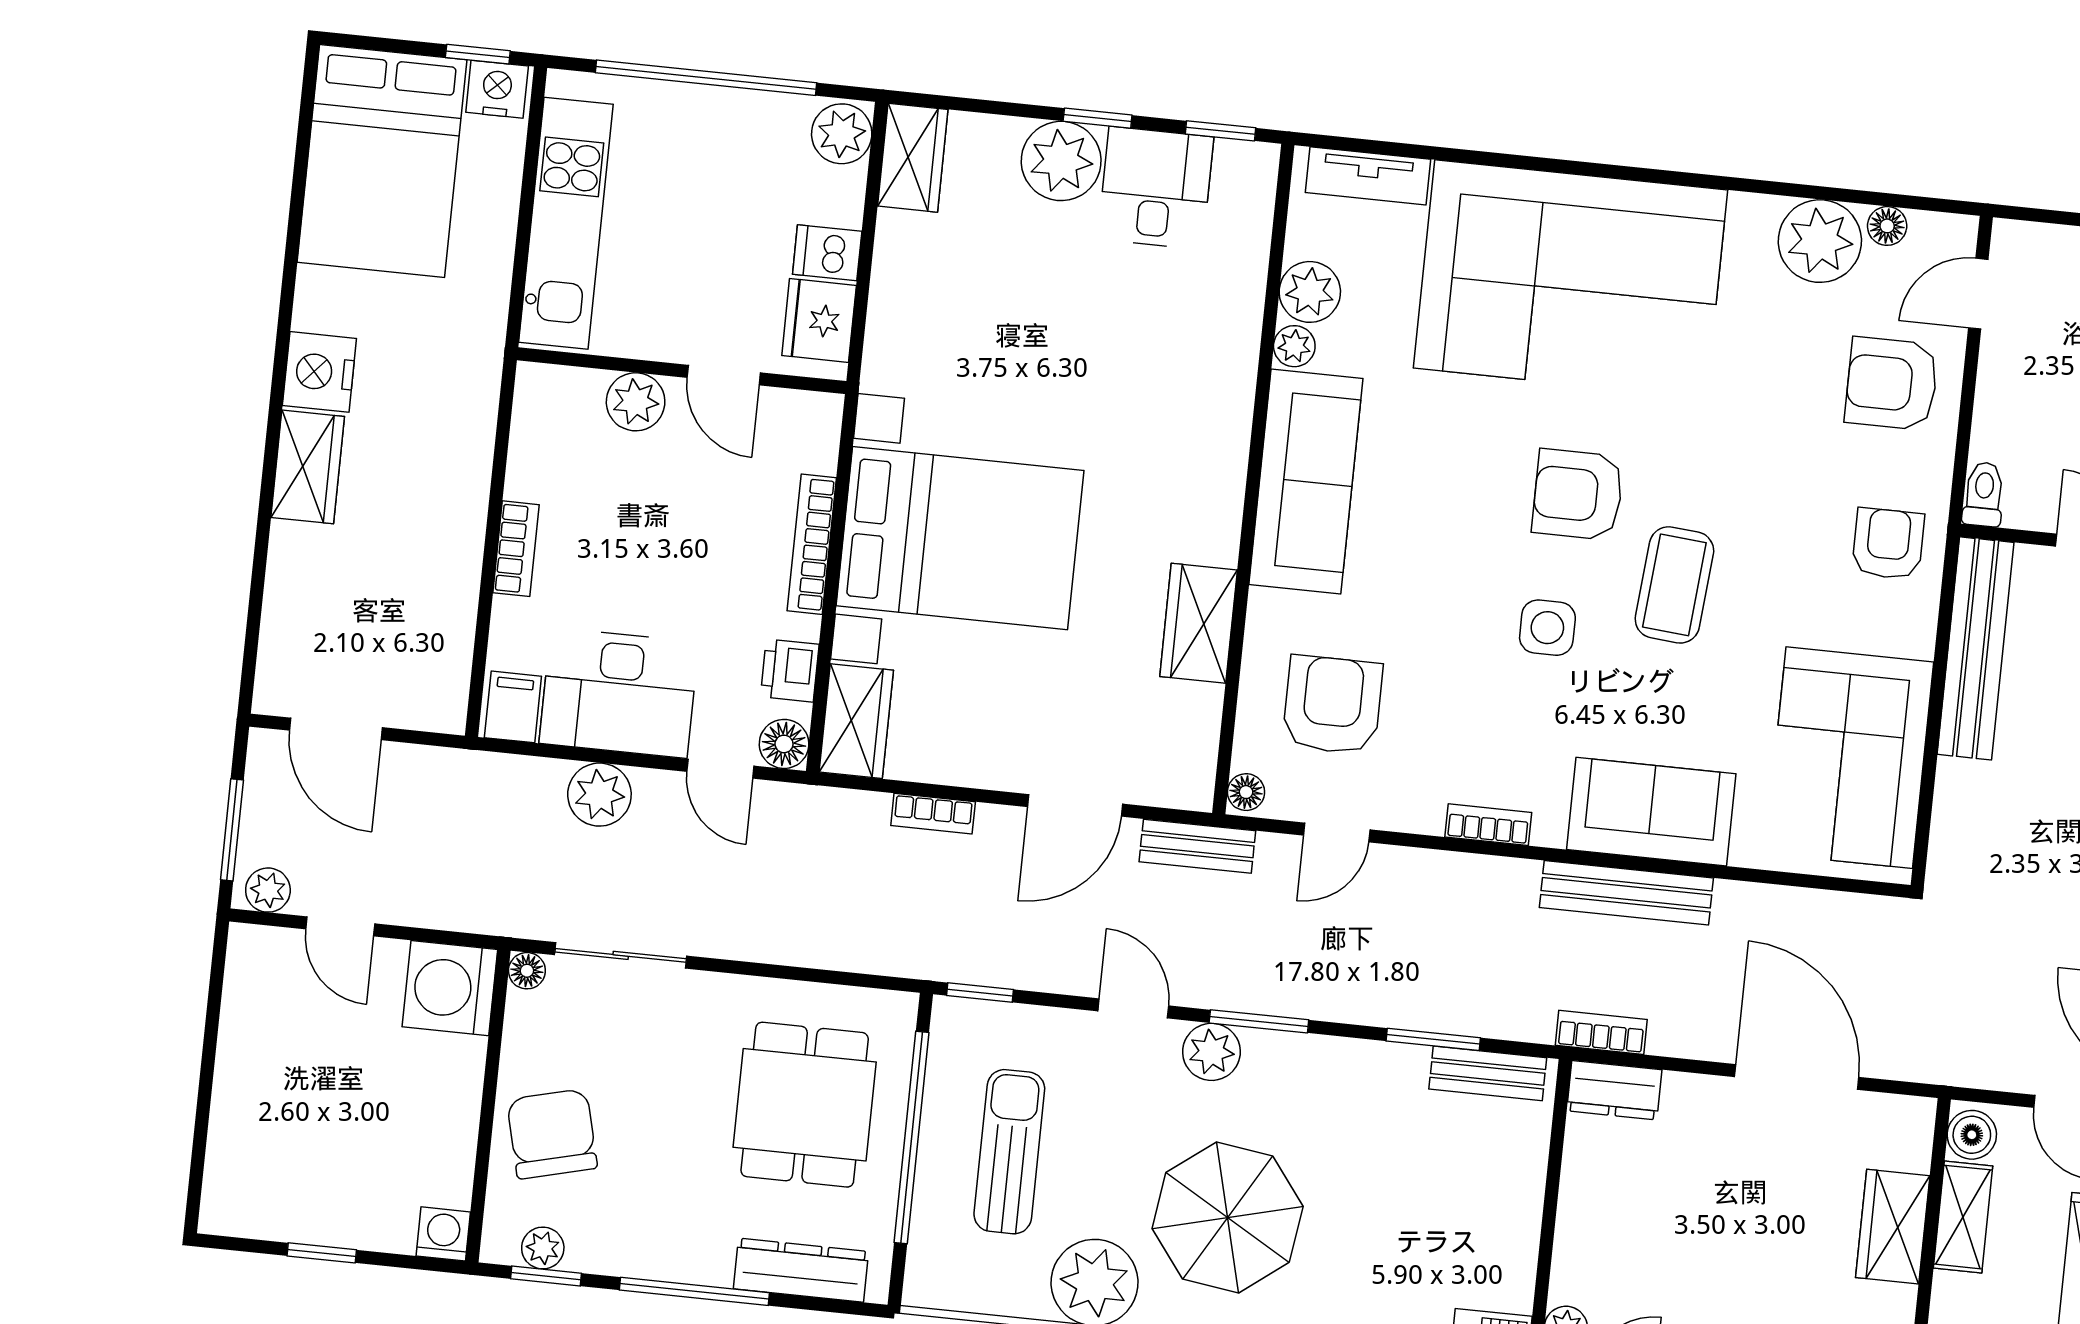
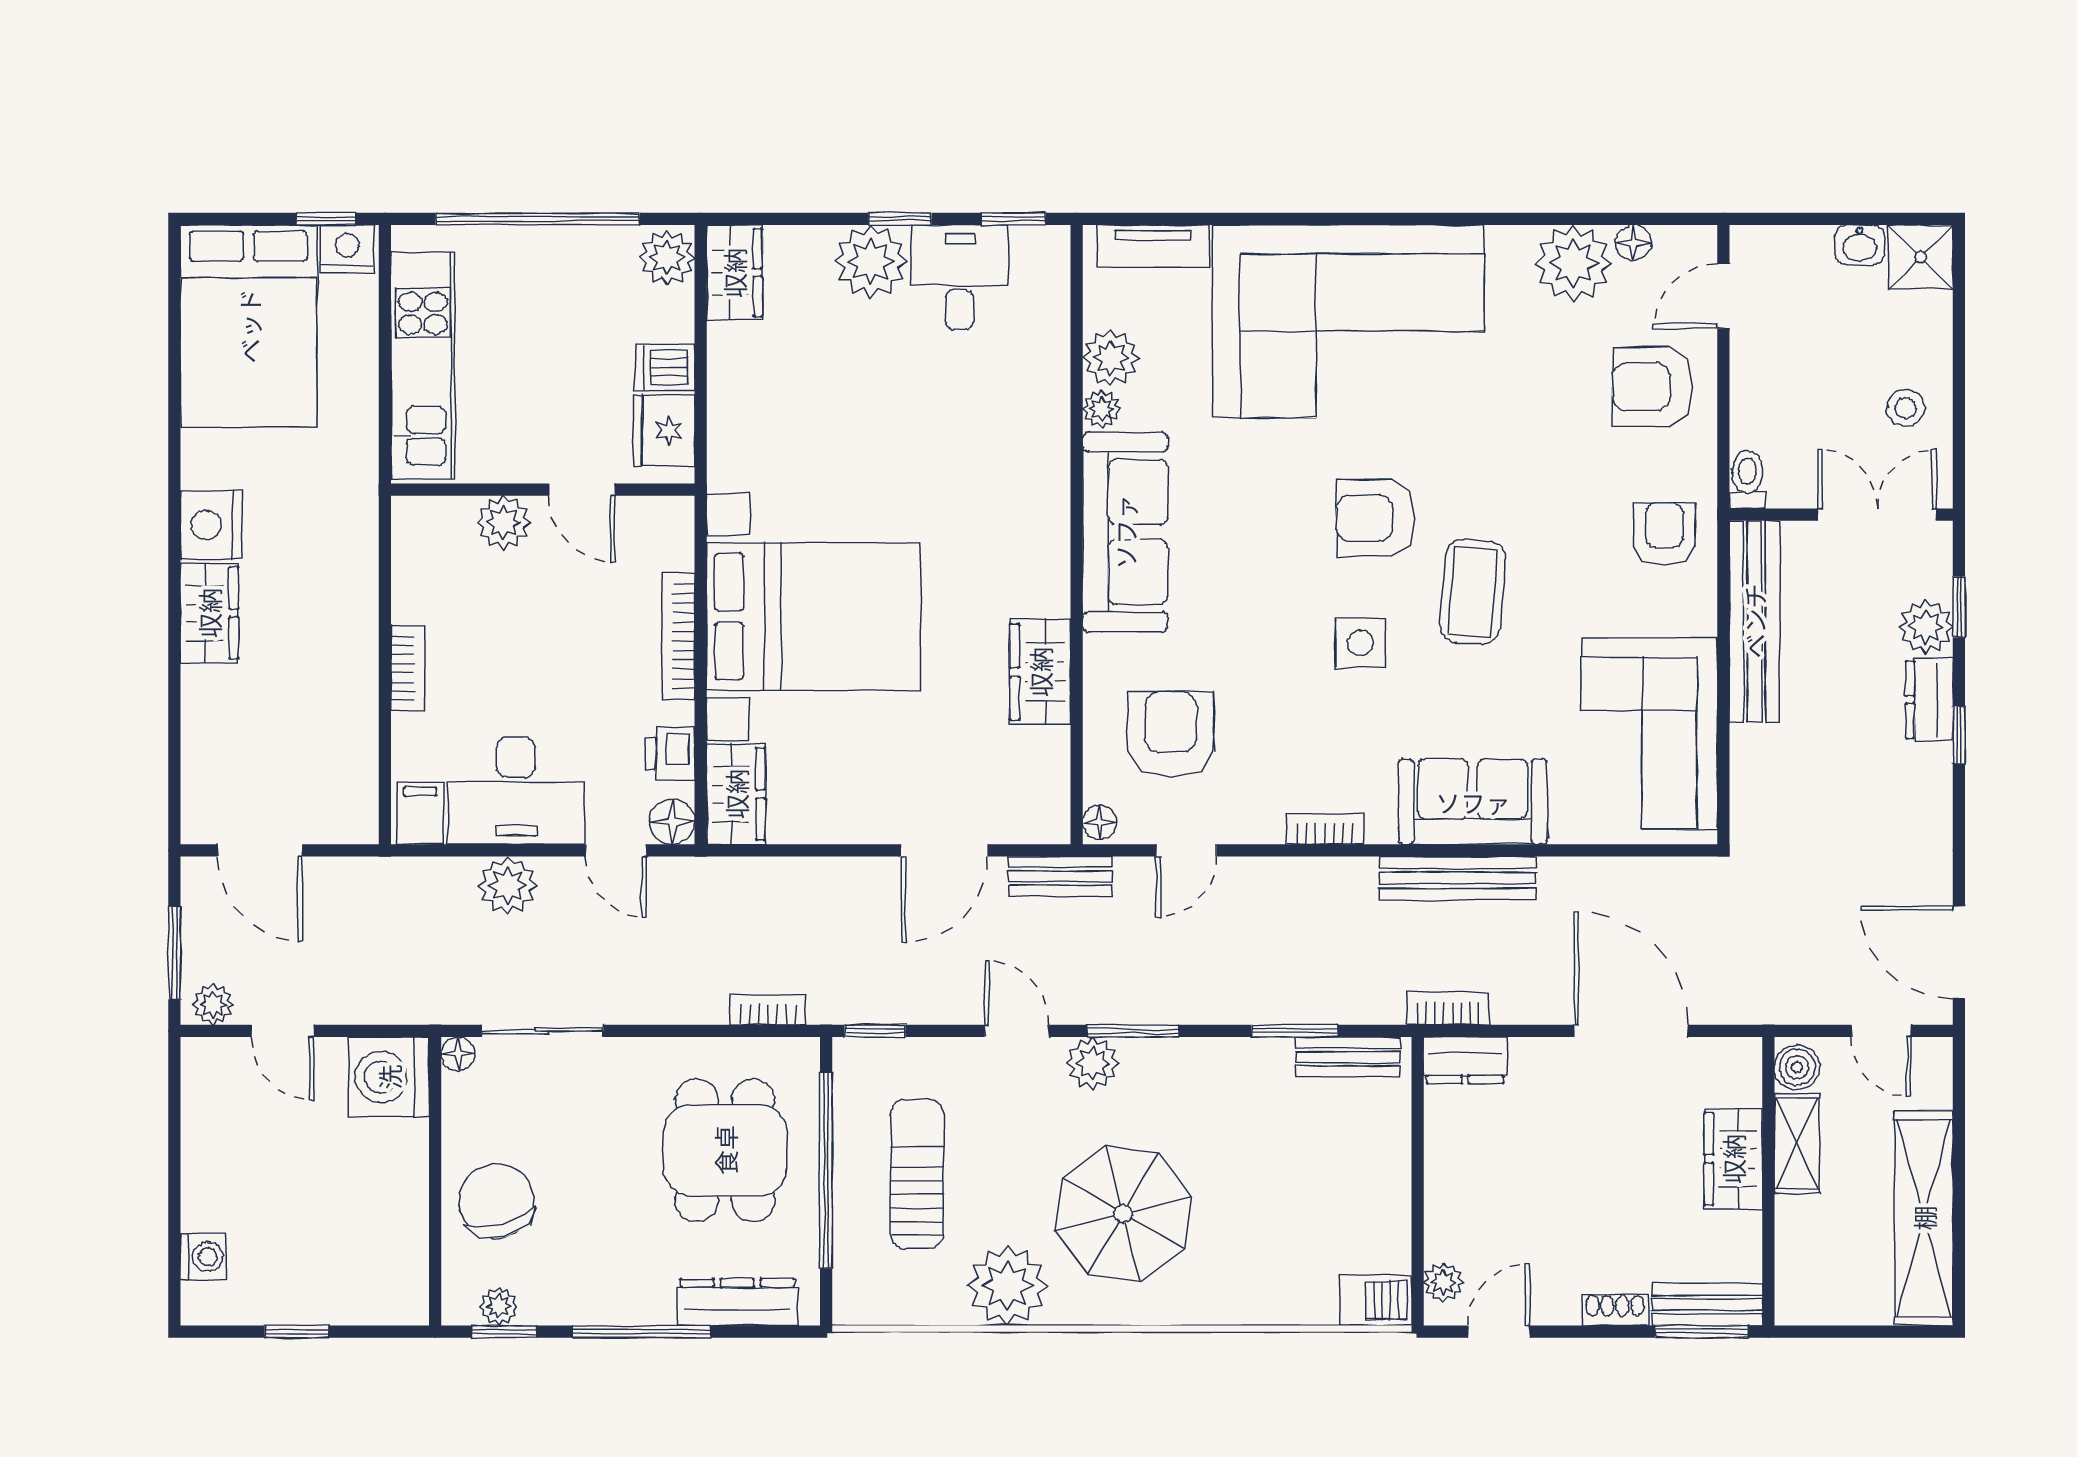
bookcase: (933, 814) -> (768, 1010), moved, turned 180
washing machine: (443, 1234) -> (203, 1257), moved, turned 90

